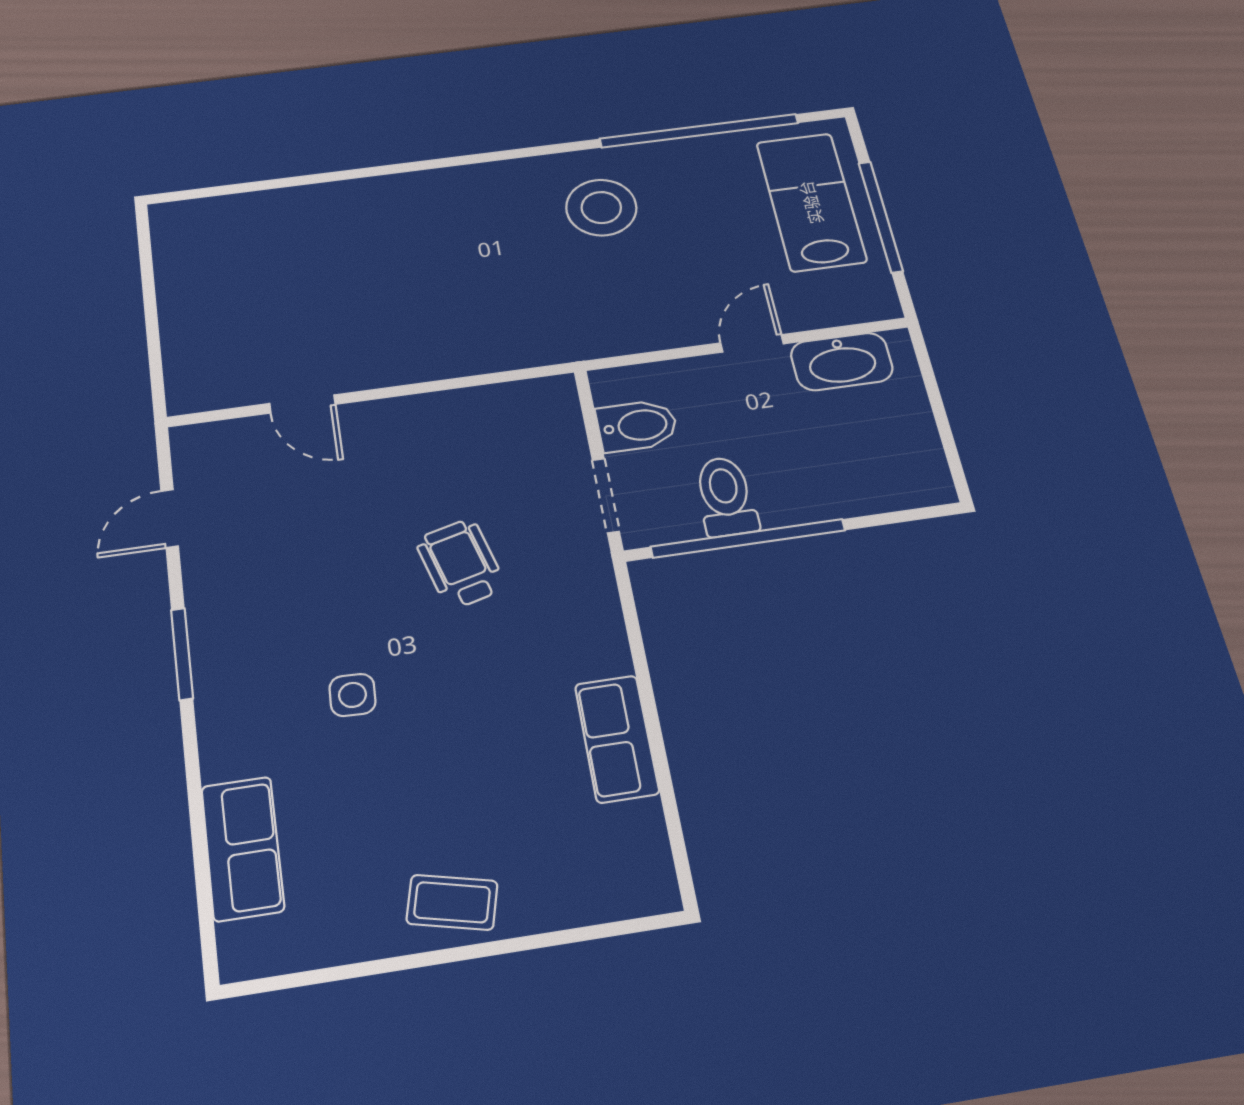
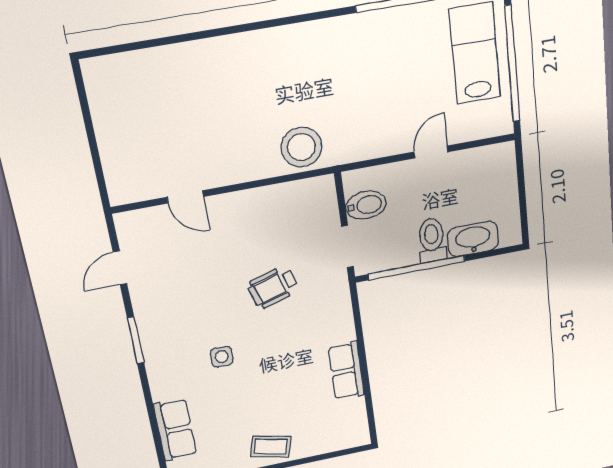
stool: (601, 208) -> (301, 147), moved
window: (881, 217) -> (512, 64), width x1.46
washbasin: (842, 362) -> (473, 239), moved, turned 180
toilet: (726, 496) -> (432, 240), moved
wheelchair: (461, 564) -> (273, 287), turned -92

